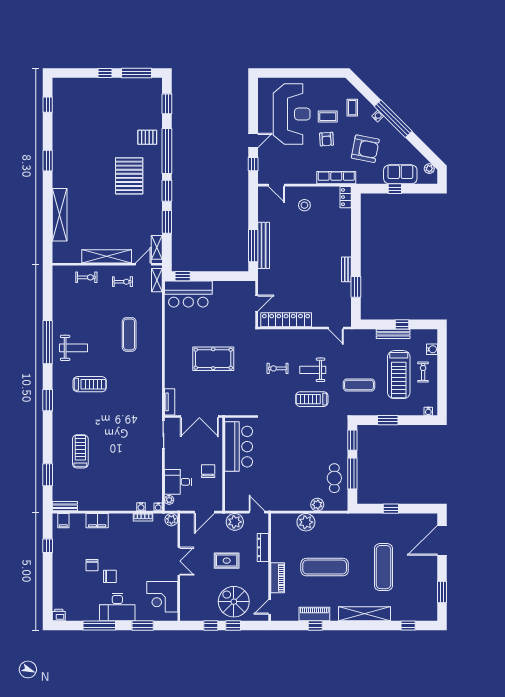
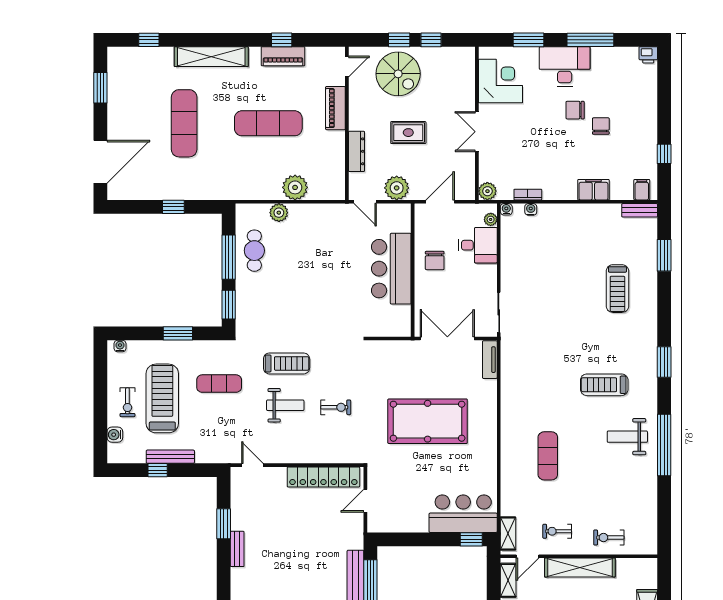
pool table: (213, 359) -> (428, 421), width x1.36, depth x1.32
bar counter: (239, 447) -> (391, 269), moved

